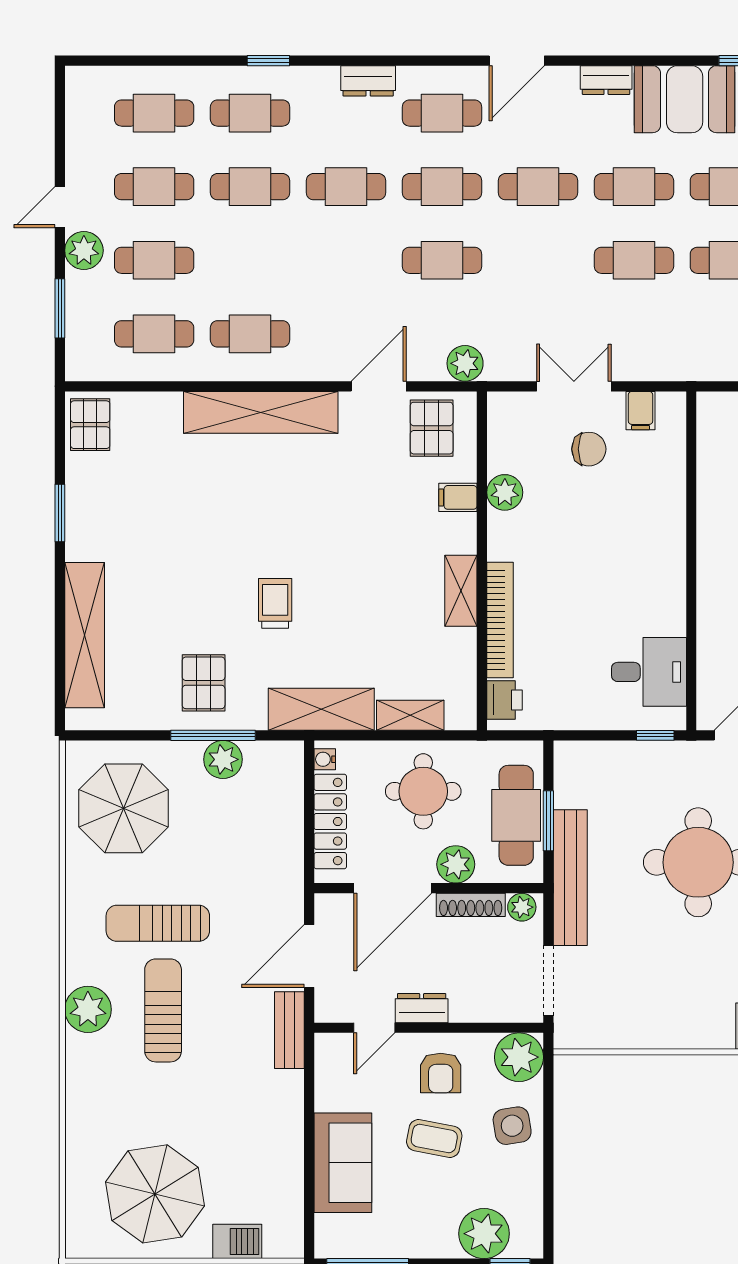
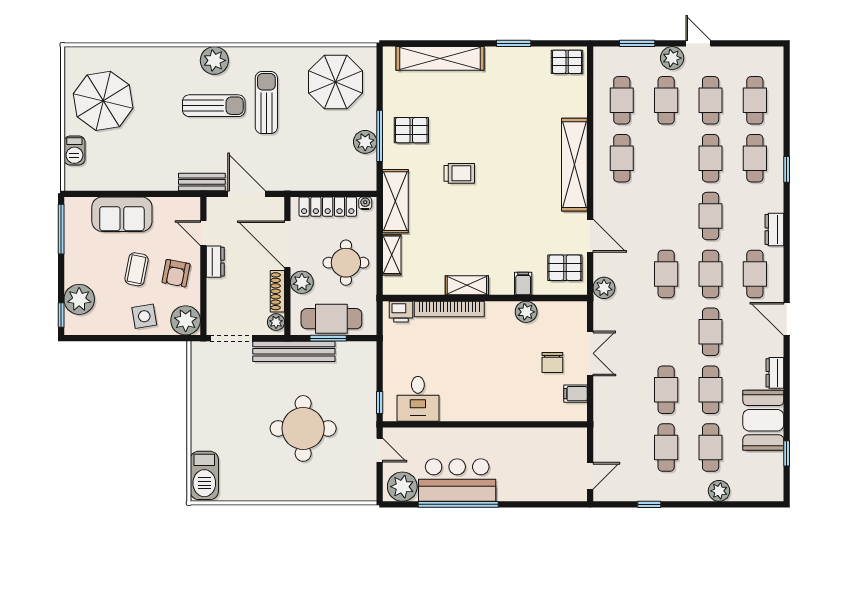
armchair: (441, 1073) -> (176, 273), turned -79

